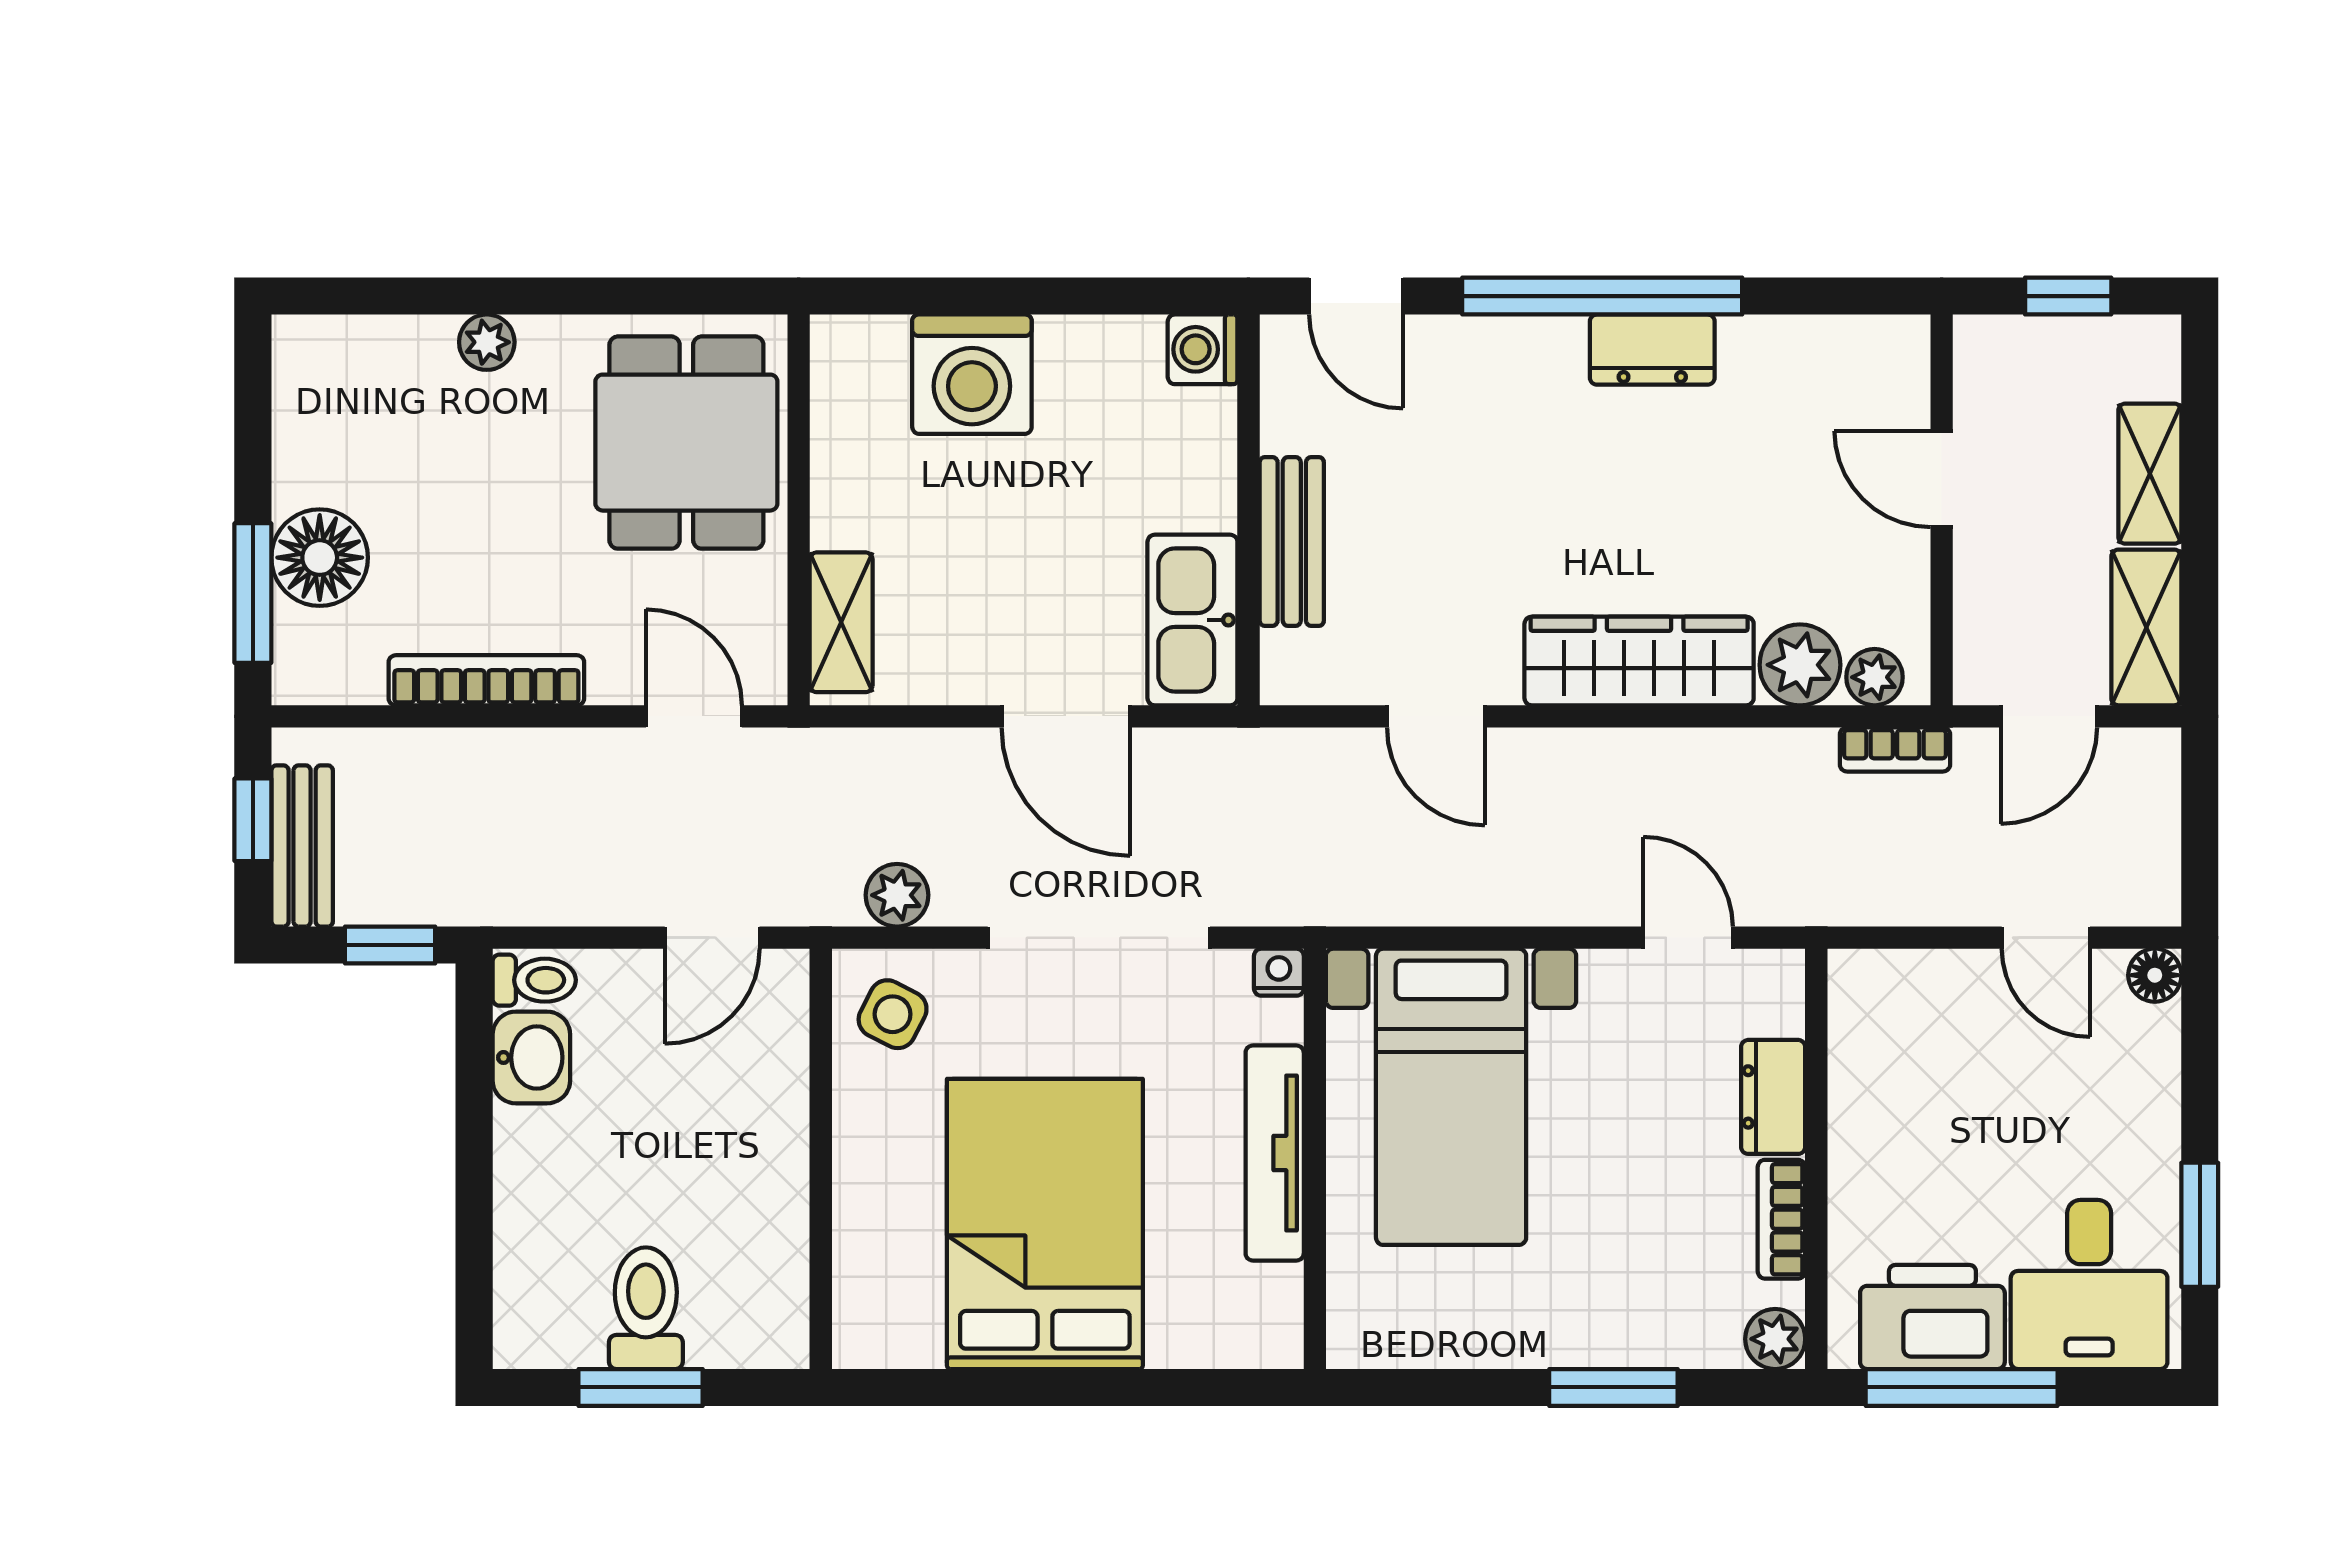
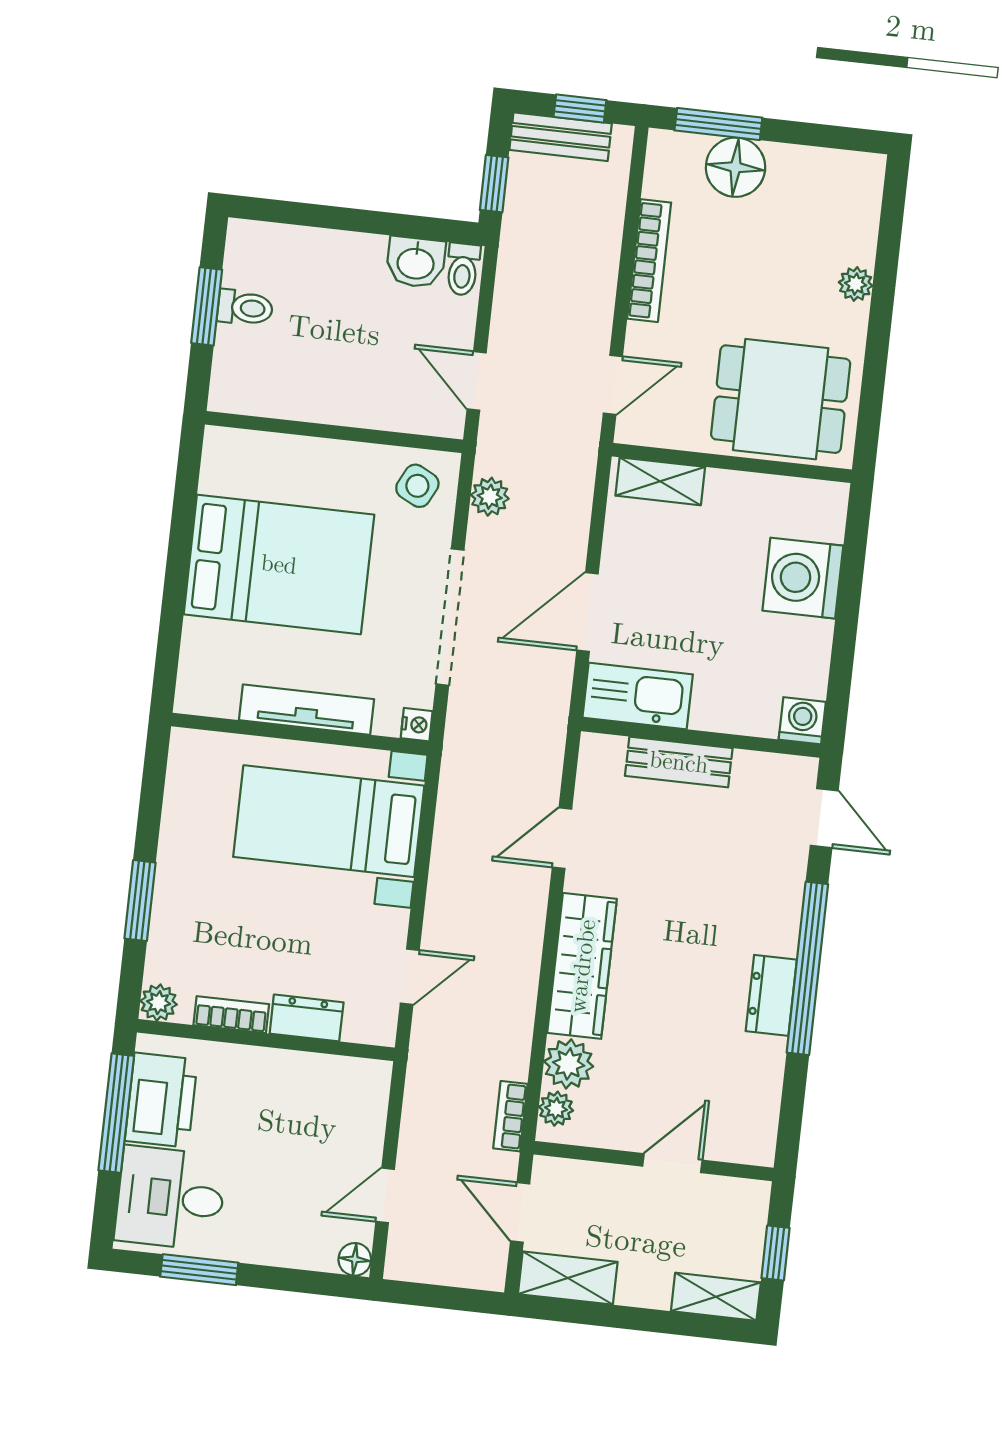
door: (1356, 296) -> (824, 818), swing flipped
shelving: (2150, 474) -> (716, 1297), moved
toilet: (646, 1308) -> (245, 308), width x0.73, depth x0.72

